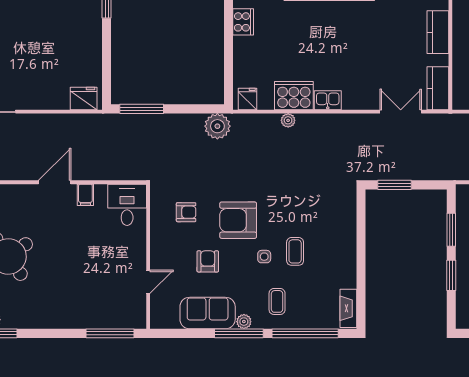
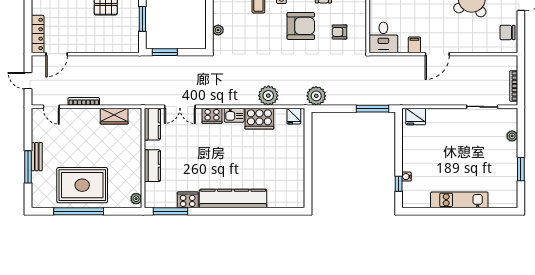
water cooler: (96, 18) -> (407, 177), added
cooker: (243, 22) -> (212, 116), moved, turned -90
plant: (288, 120) -> (268, 96), width x1.88, depth x1.88
window: (395, 185) -> (165, 52), moved
plant: (349, 215) -> (218, 30), added

